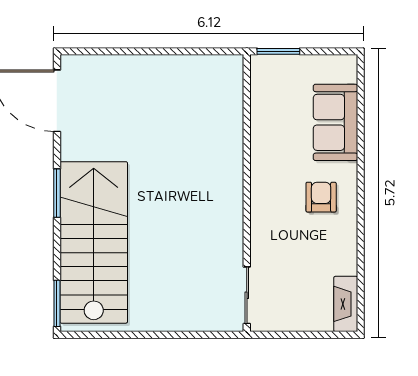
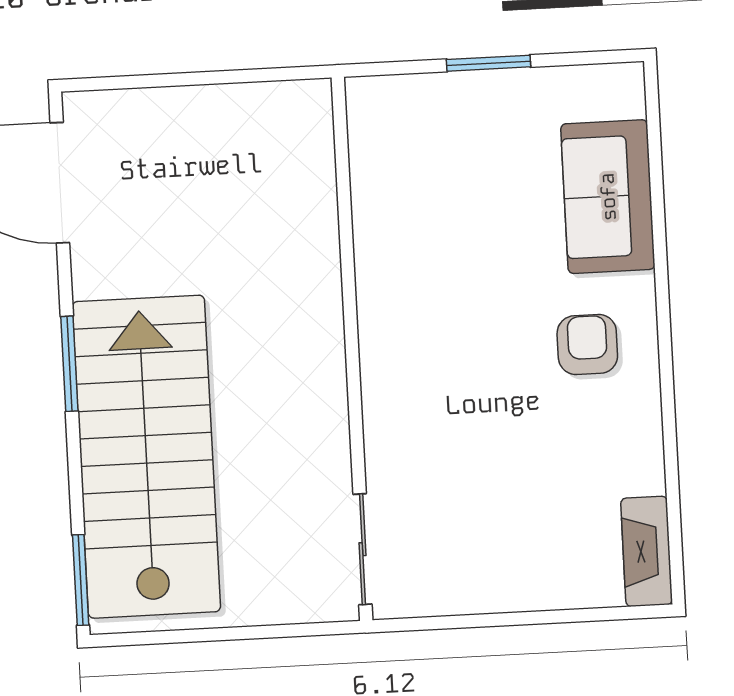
wall: (247, 193) -> (352, 349), moved
sliding door: (247, 295) -> (362, 549), moved

